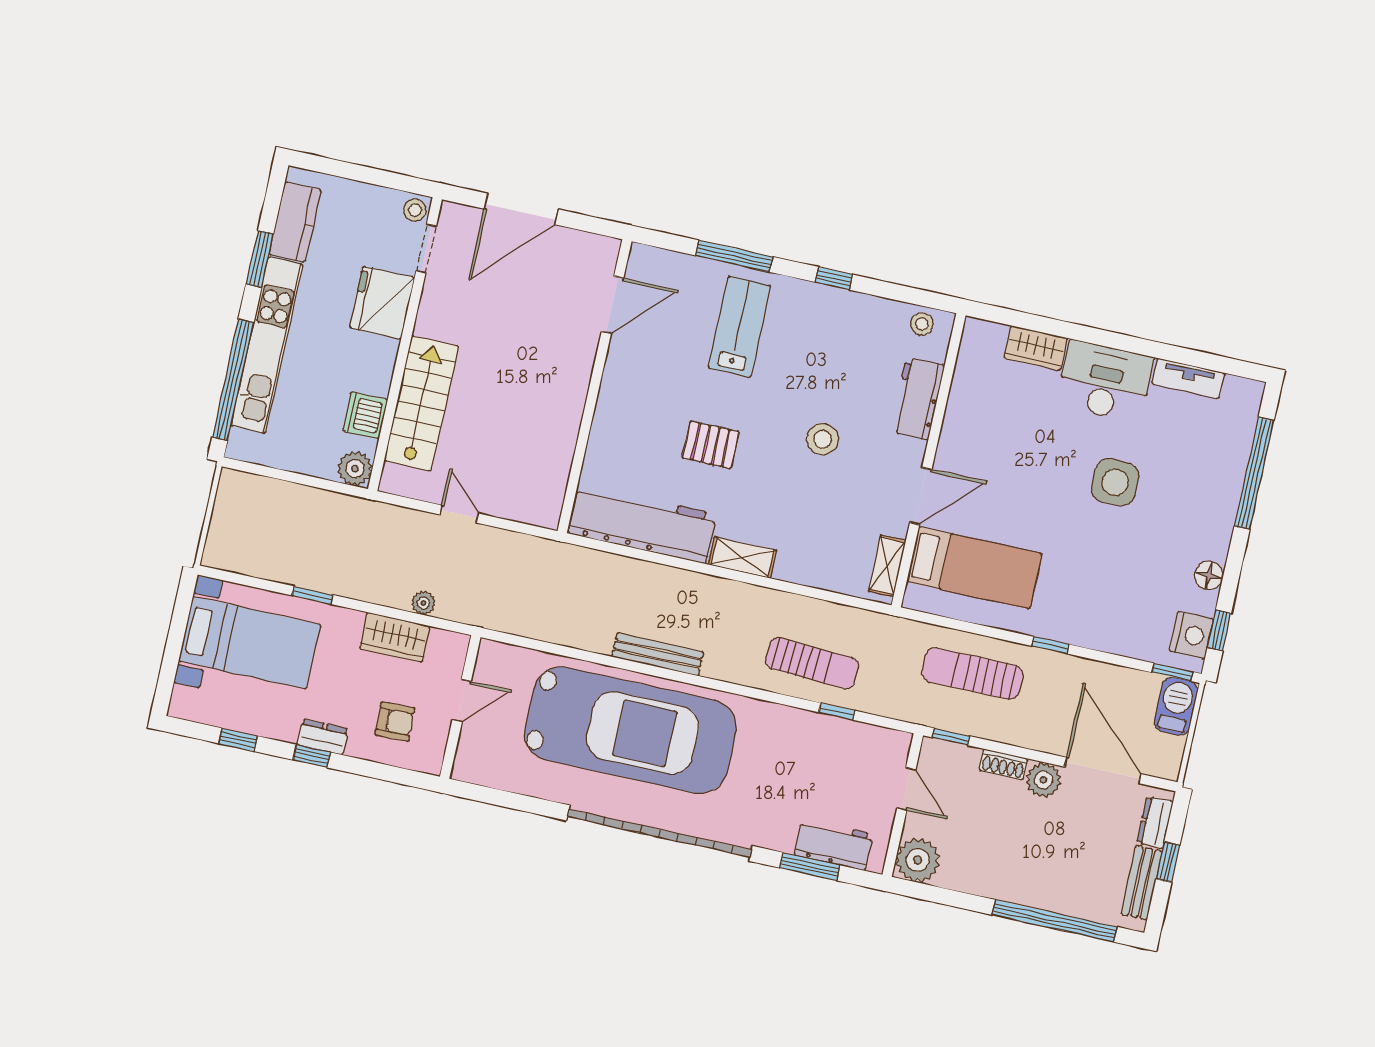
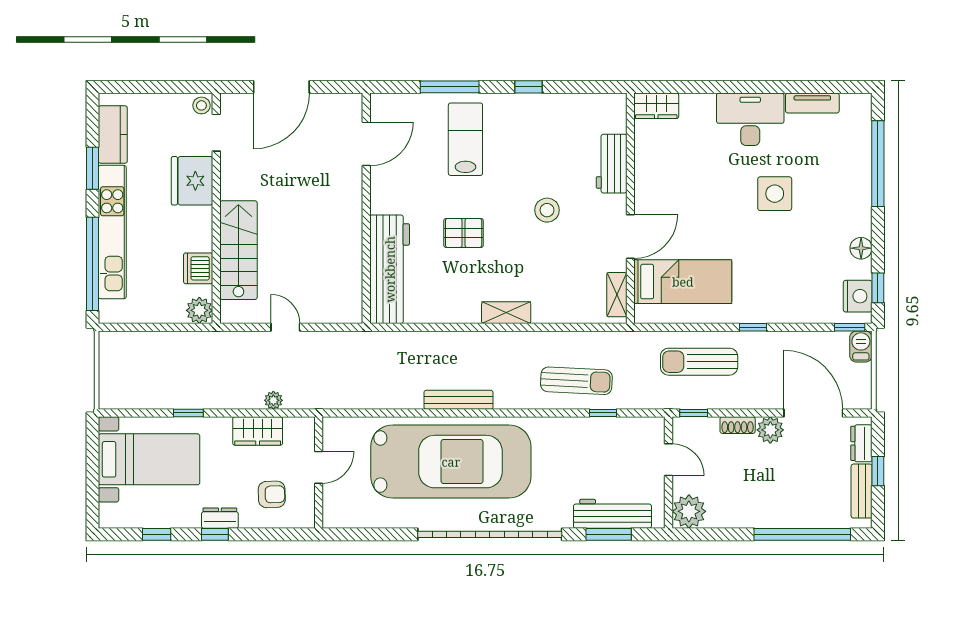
stool: (922, 324) -> (603, 107), removed
wardrobe: (1036, 348) -> (656, 106), moved
workbench: (642, 524) -> (390, 269), moved, turned 90
barbecue: (1176, 706) -> (861, 346), width x0.73, depth x0.79
workbench: (834, 845) -> (612, 514), width x1.38

